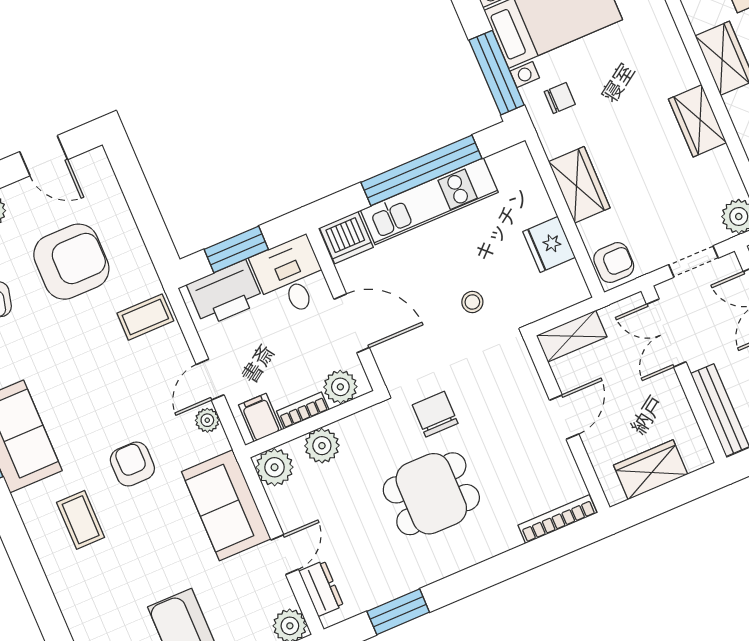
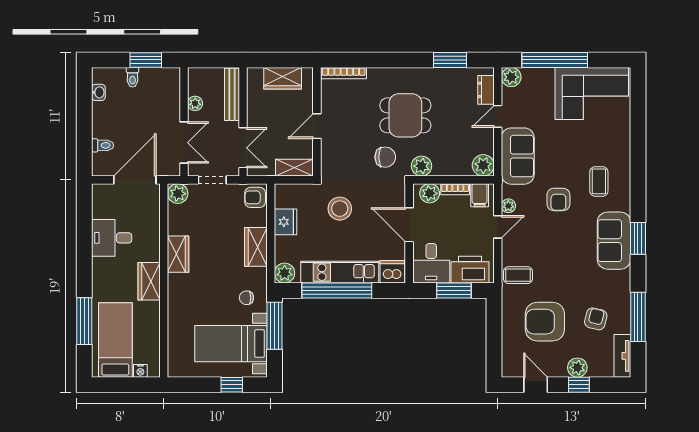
plant: (516, 163) -> (285, 273), added
stool: (472, 302) -> (340, 209), width x1.89, depth x1.89
chair: (435, 414) -> (385, 157), turned -90
plant: (322, 446) -> (421, 166), moved

